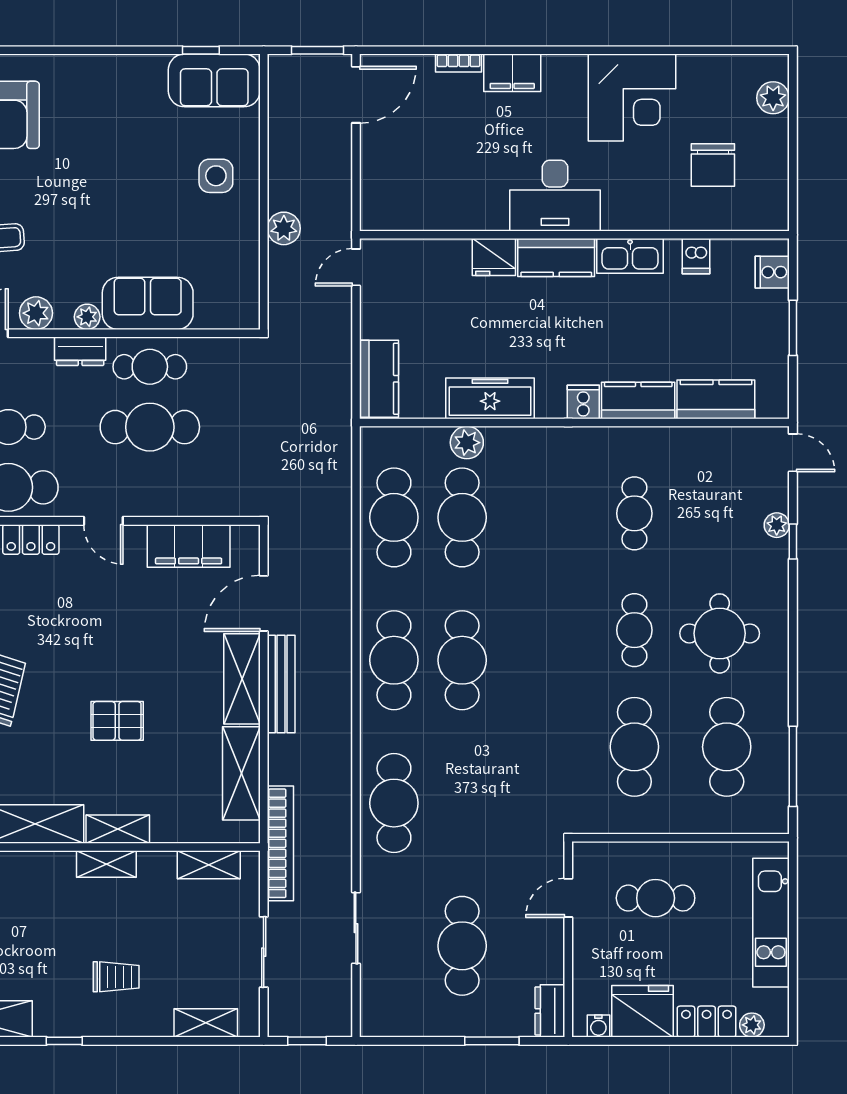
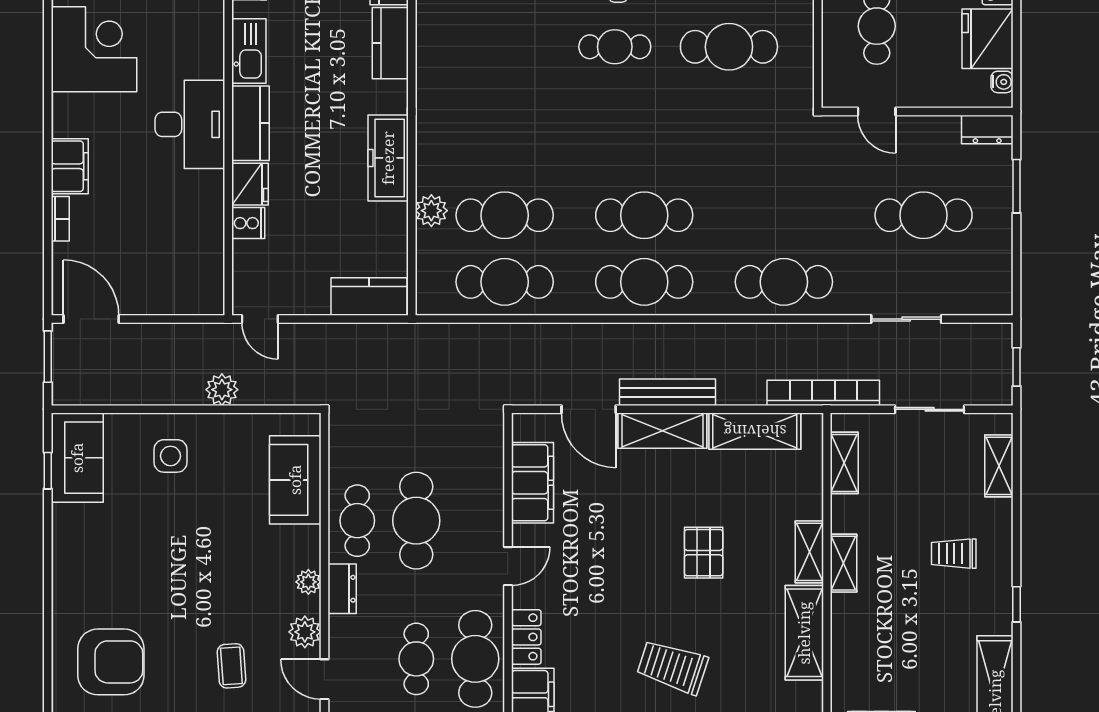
sofa: (148, 303) -> (295, 480), moved
freezer: (490, 398) -> (388, 158), moved
cooker: (583, 402) -> (248, 223), moved, turned 180
cafe table: (634, 513) -> (501, 47), removed
trolley: (116, 977) -> (954, 554), turned -90

